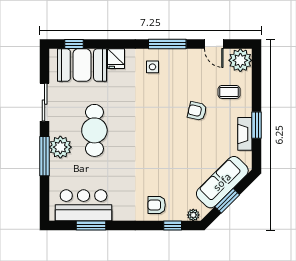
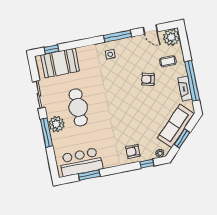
fridge: (116, 59) -> (83, 54), removed
window: (257, 125) -> (192, 81), width x2.11

